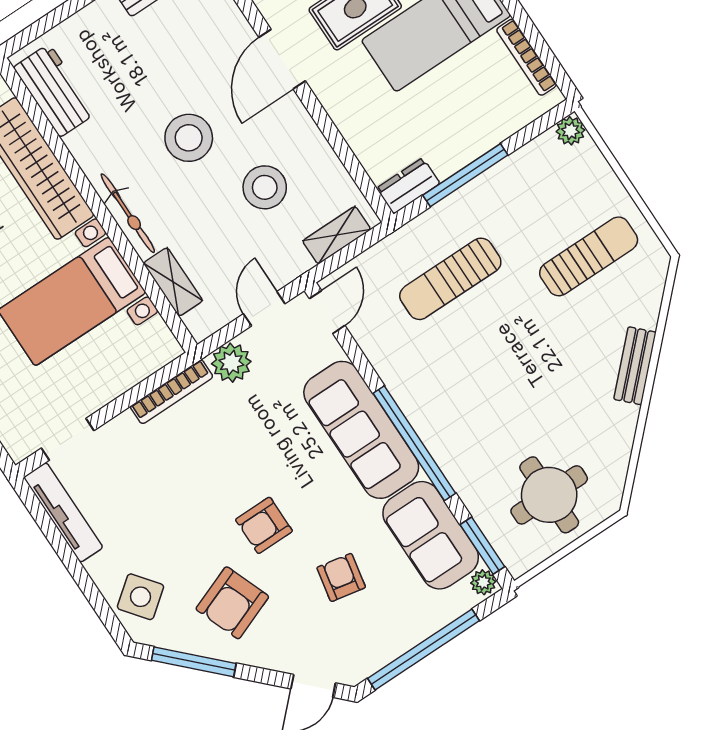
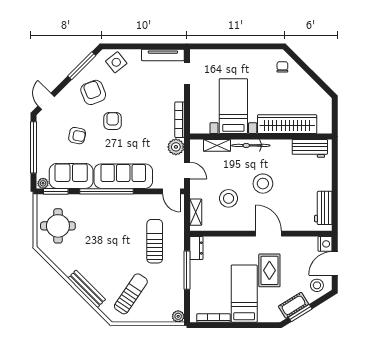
sun lounger: (589, 256) -> (131, 294), turned -146
bench: (635, 366) -> (87, 289), width x1.36

